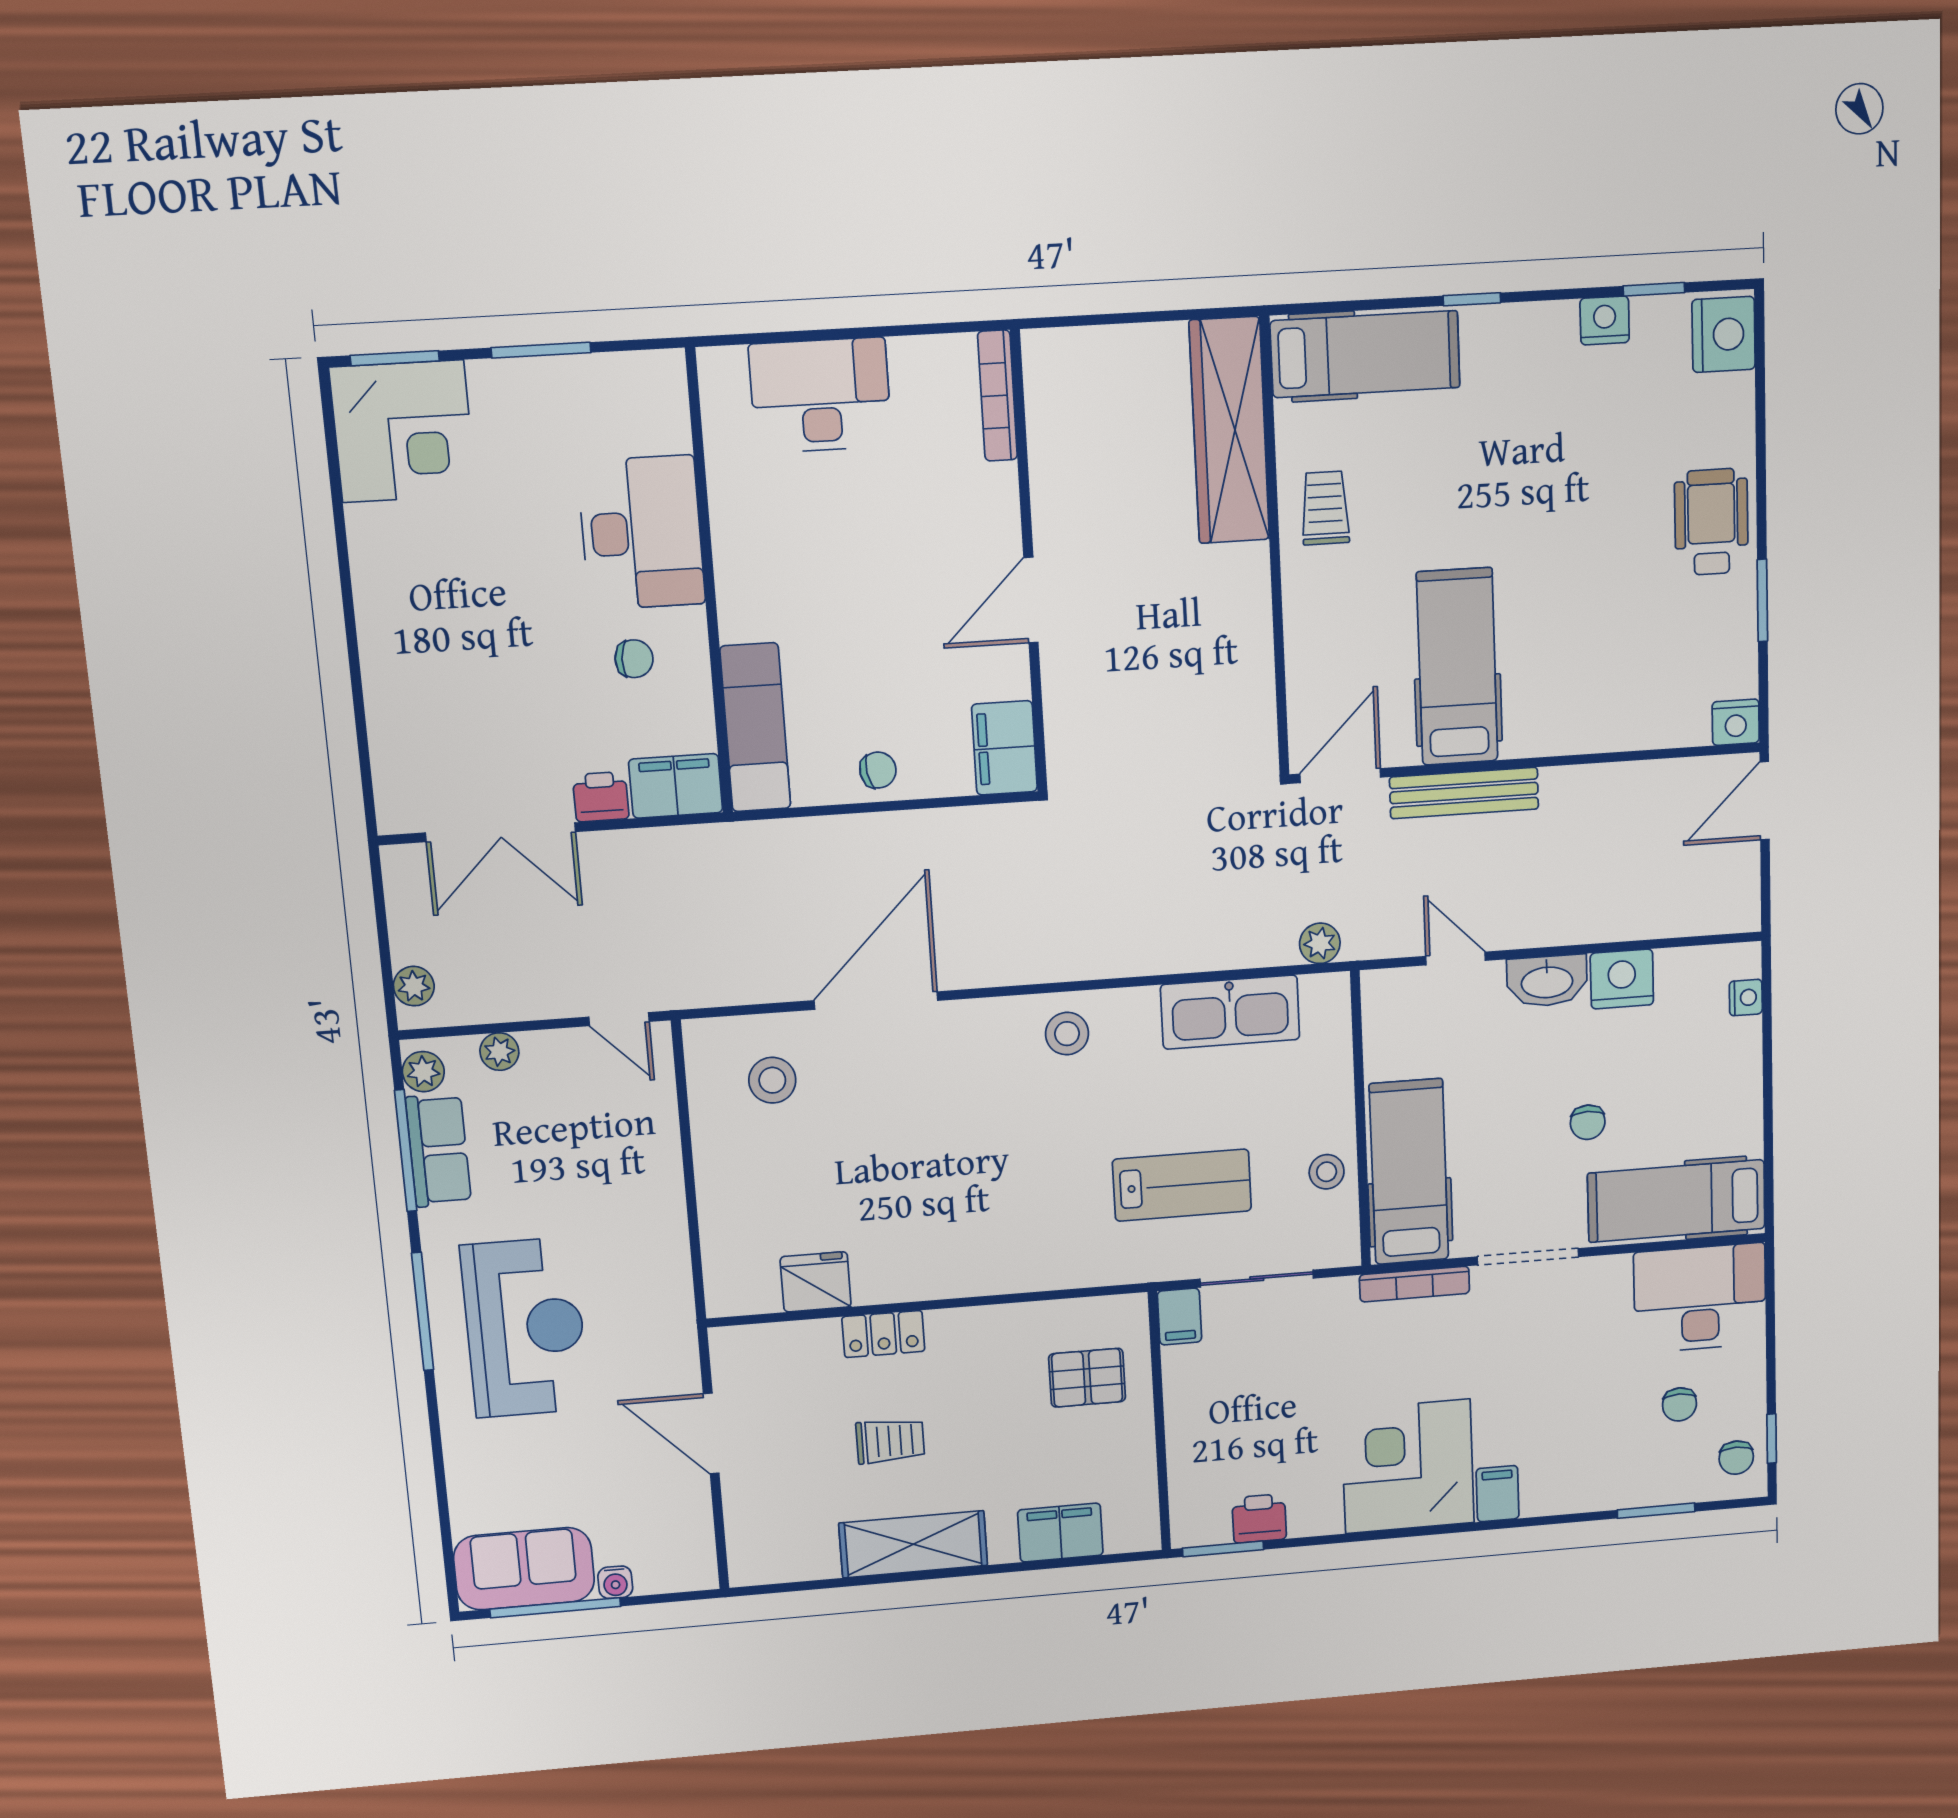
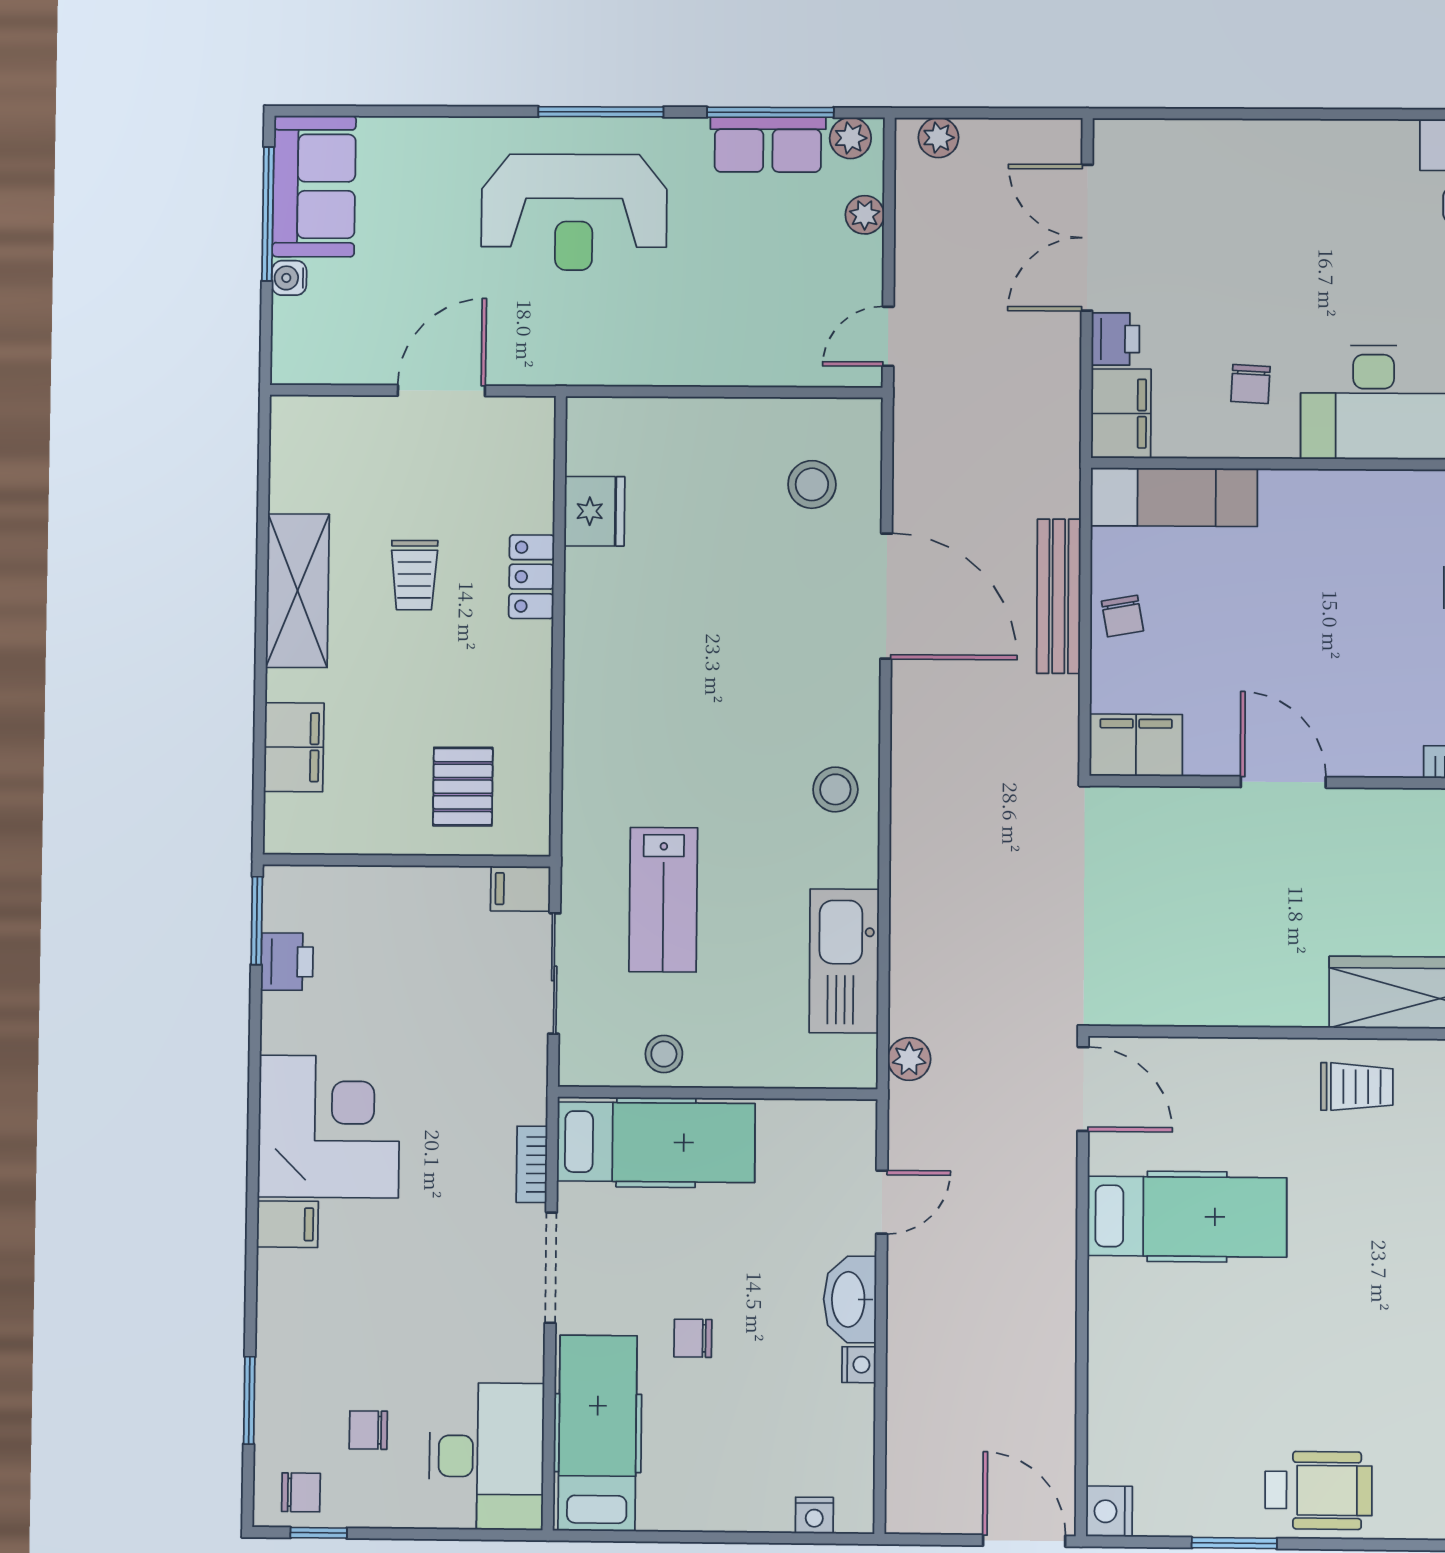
bench: (1464, 793) -> (1059, 596), moved
nightstand: (1622, 979) -> (859, 1365), width x0.53, depth x0.56
bookcase: (1415, 1284) -> (532, 1164), width x0.64
chair: (1736, 1458) -> (301, 1492), turned 180

